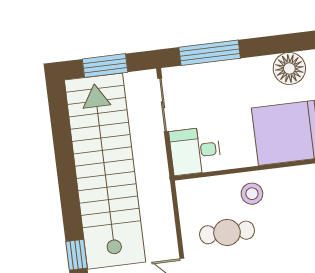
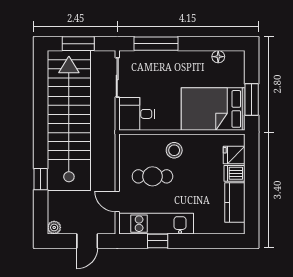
floor lamp: (289, 68) -> (218, 57), width x0.53, depth x0.53

